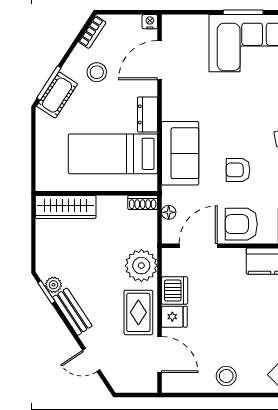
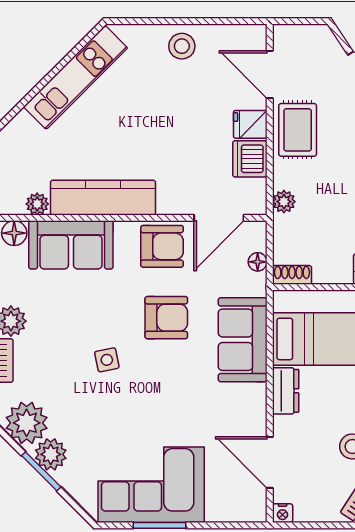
door: (160, 60) -> (270, 462), swing flipped
armchair: (238, 170) -> (166, 318), width x1.38, depth x1.38
plant: (141, 266) -> (284, 202), width x0.53, depth x0.53

